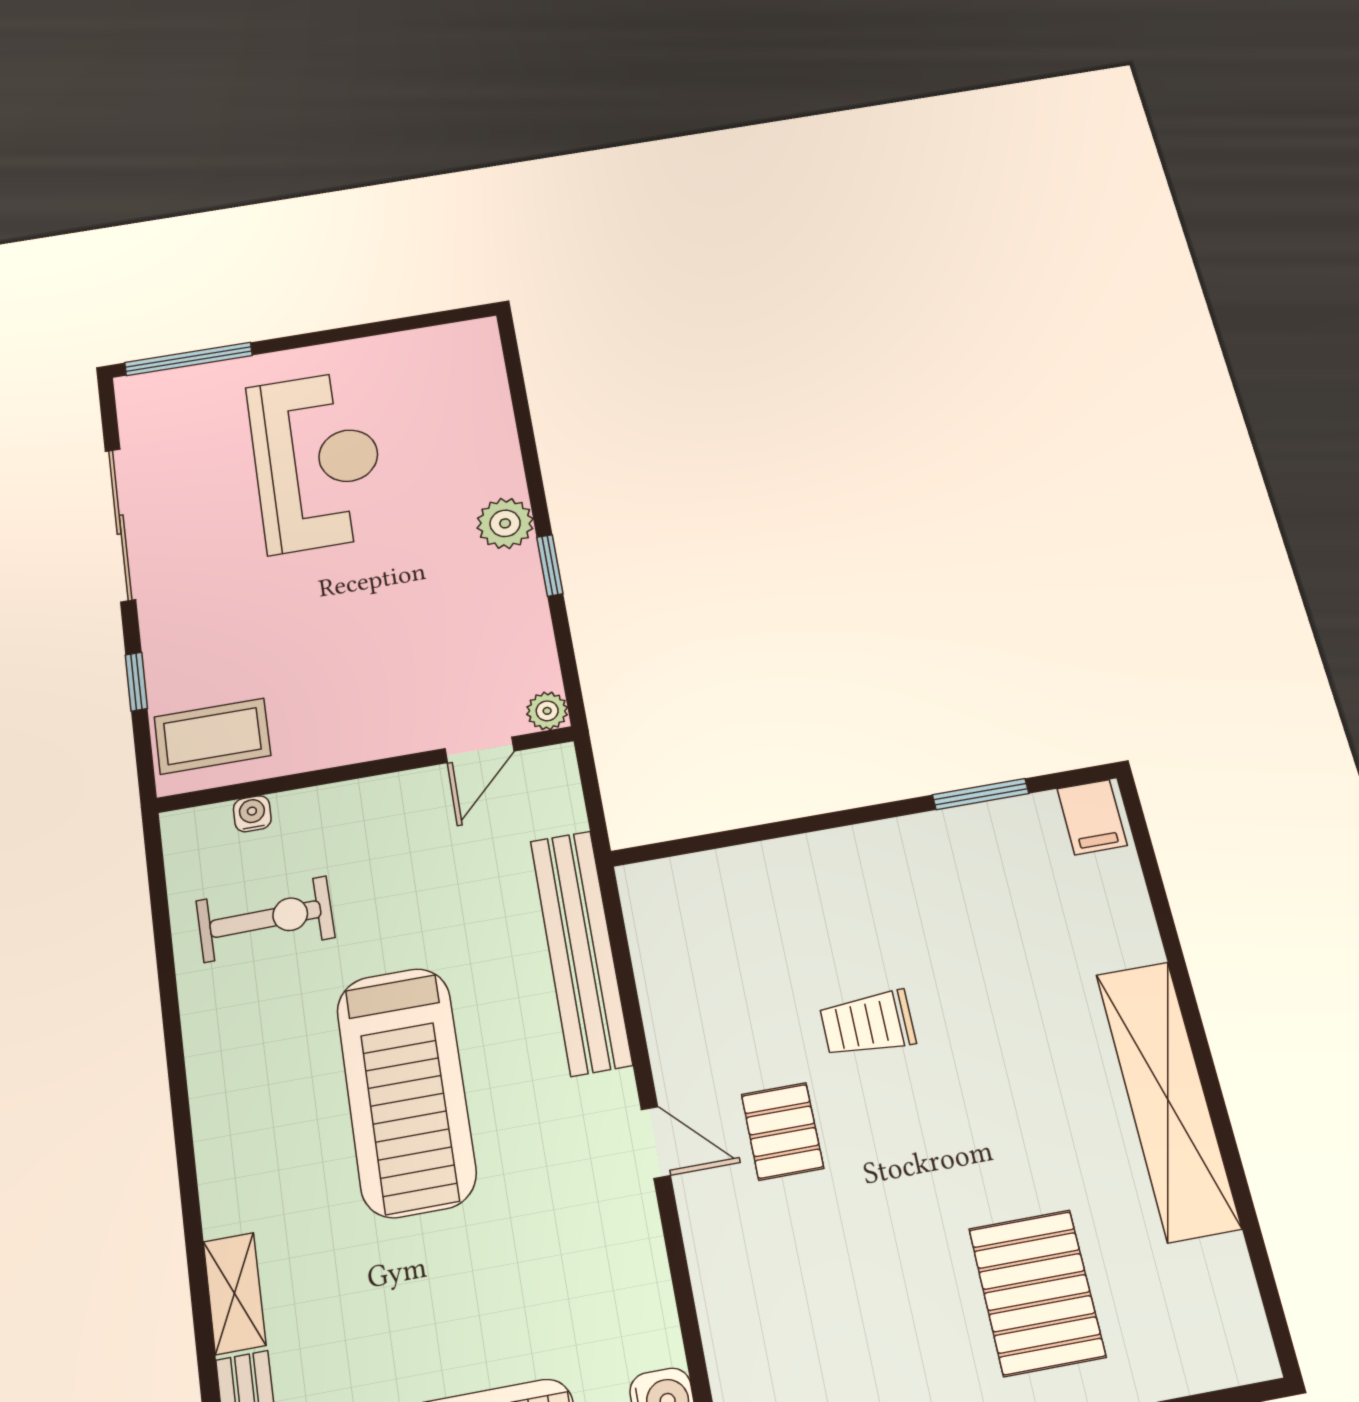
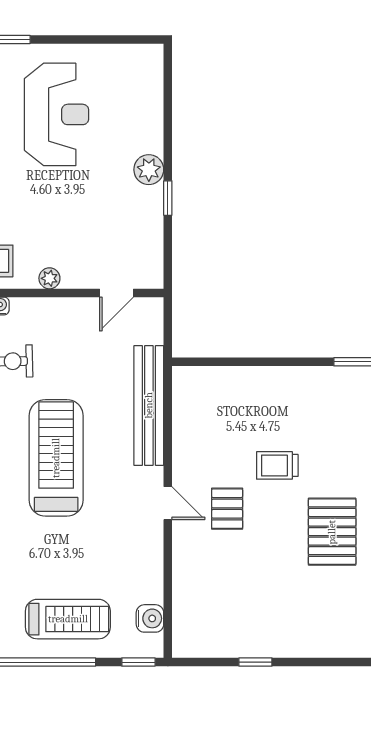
plant: (547, 711) -> (49, 278), moved
treadmill: (406, 1091) -> (56, 458), turned 180
pallet: (1037, 1293) -> (332, 532), moved

